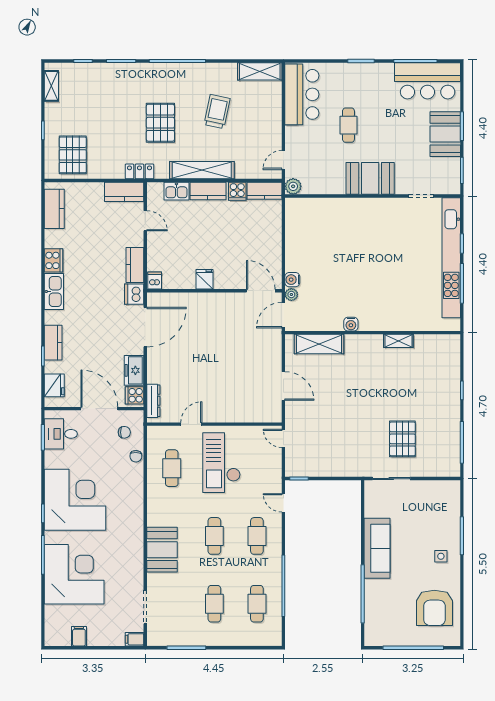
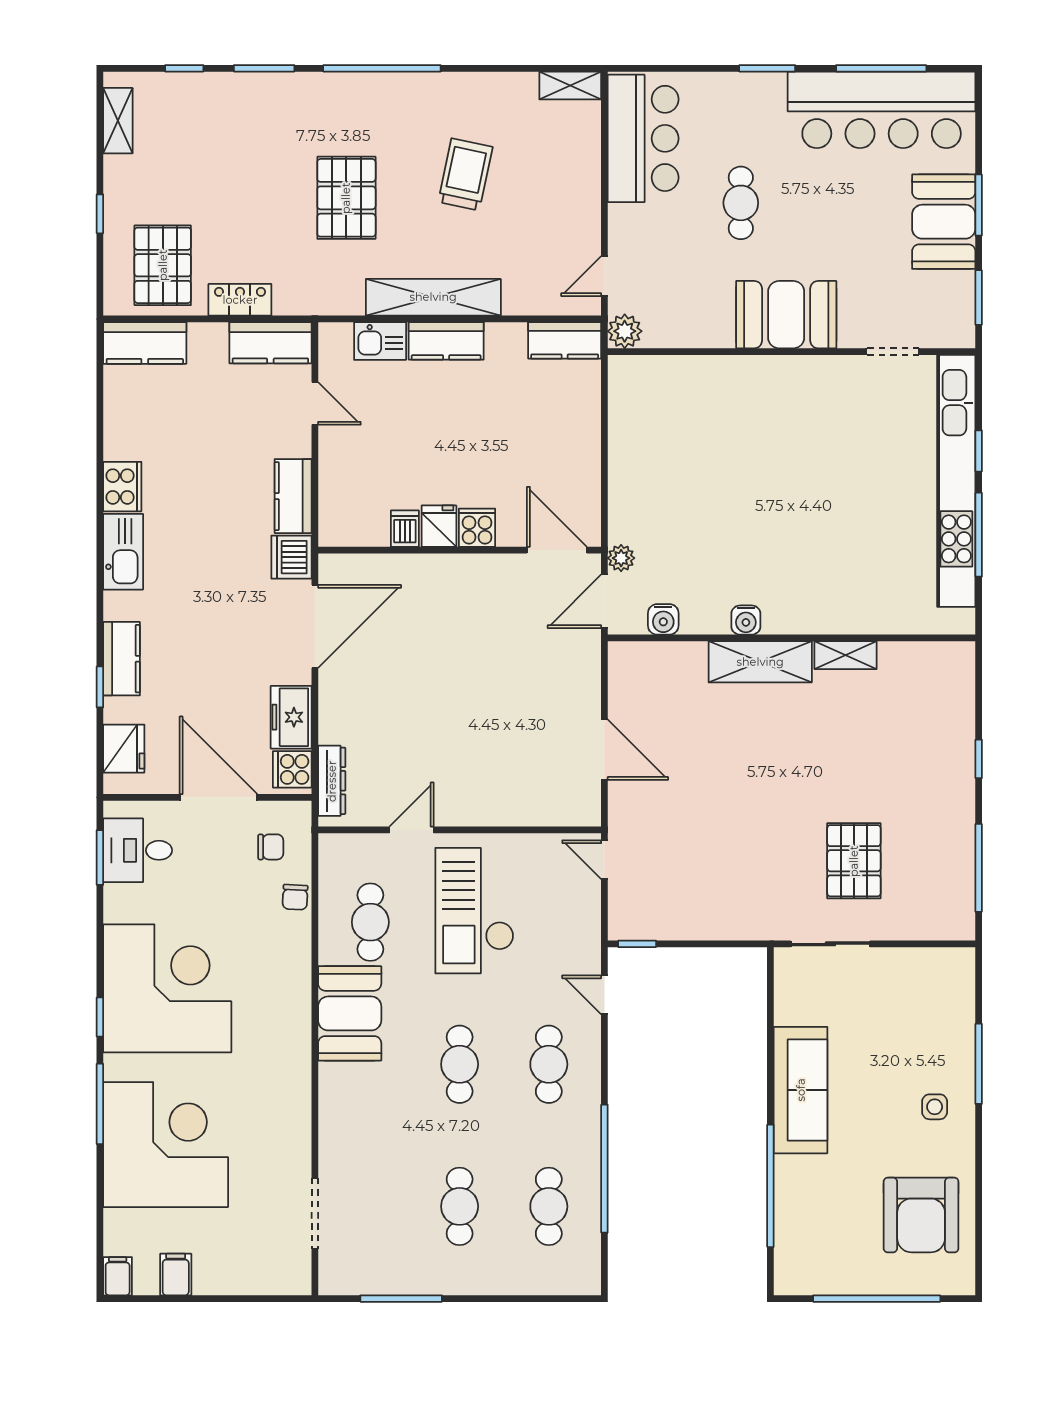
shelving: (260, 71) -> (570, 86), width x0.67, depth x0.75
bar counter: (428, 81) -> (882, 110), width x1.36
locker: (139, 171) -> (240, 300), moved
cooker: (237, 191) -> (477, 528), moved, turned 180
kitchen counter: (54, 209) -> (145, 343), moved, turned 90
dishwasher: (155, 280) -> (405, 529), moved
water cooler: (292, 280) -> (663, 619), moved, turned -90
shelving: (319, 344) -> (760, 662), moved
booth: (162, 550) -> (350, 1013), moved
filing cabinet: (135, 639) -> (118, 1276), moved, turned 90

